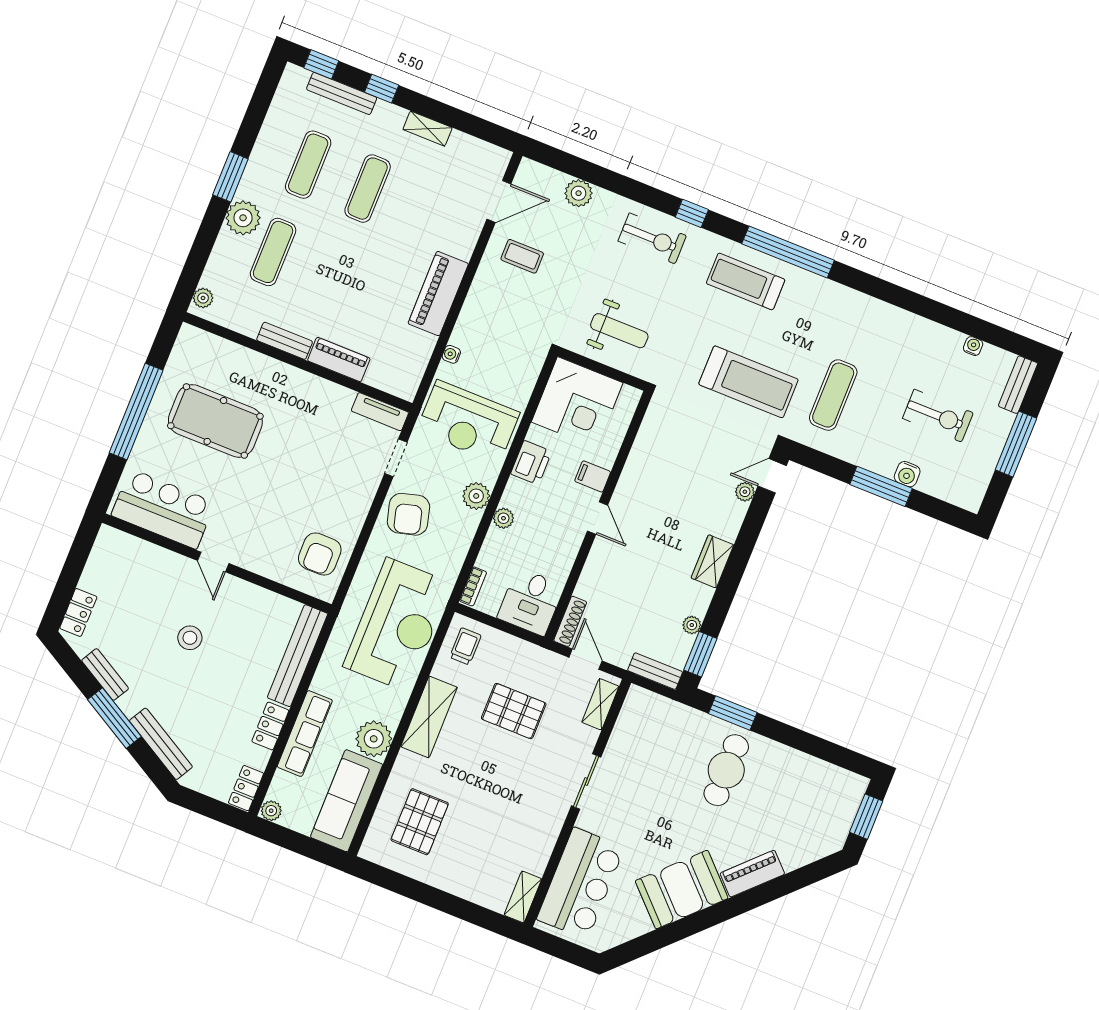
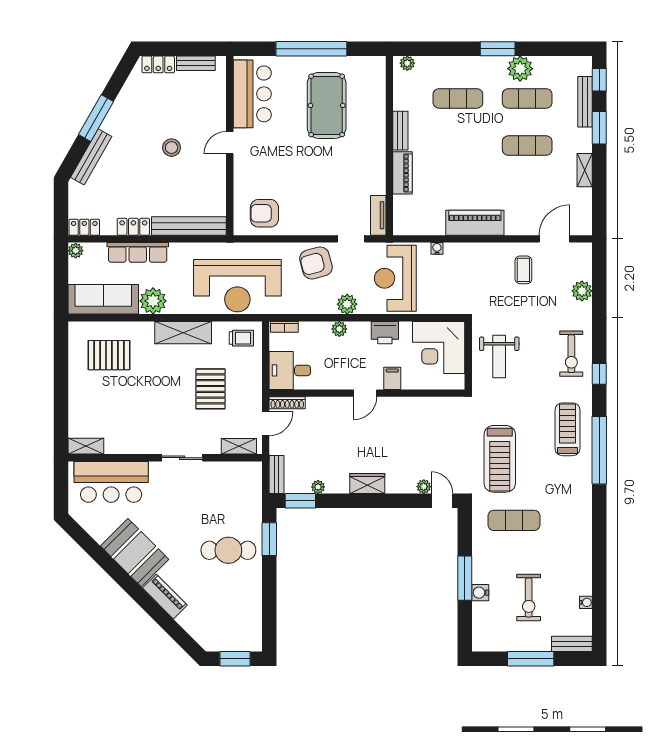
window: (382, 89) -> (599, 128), width x1.50
door: (499, 201) -> (554, 239), swing flipped
plant: (243, 218) -> (520, 69), moved
bench: (105, 674) -> (196, 63), moved, turned 60

